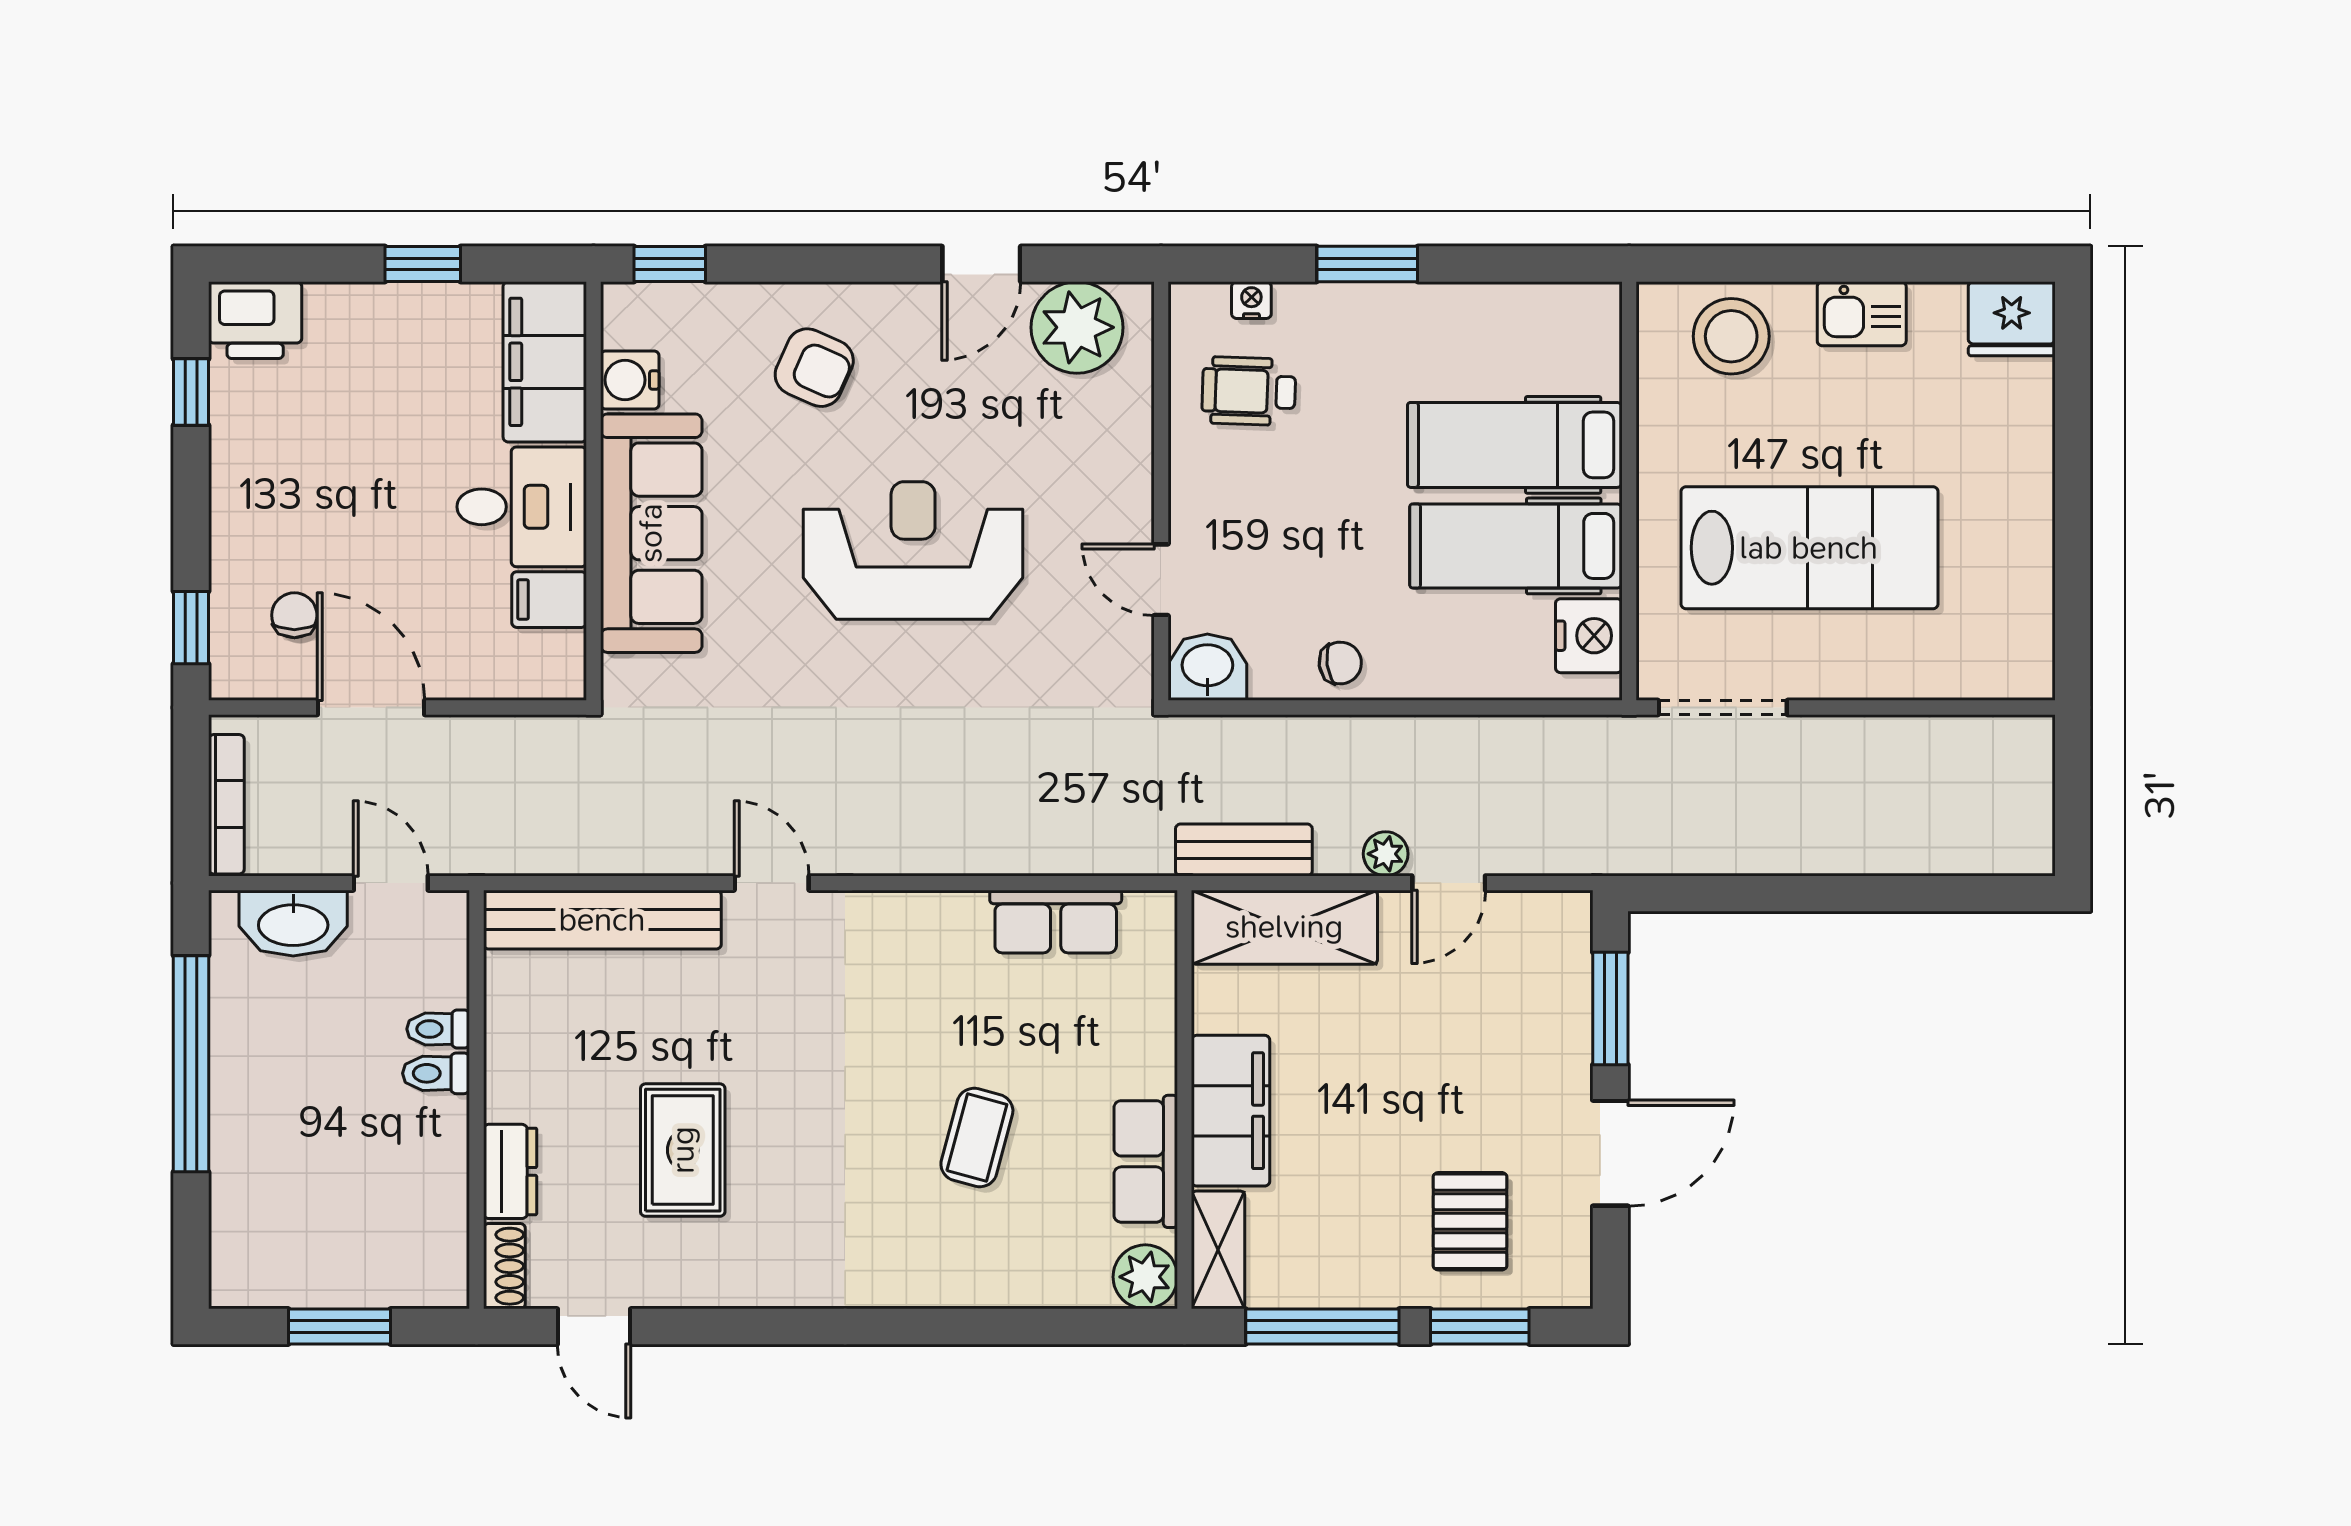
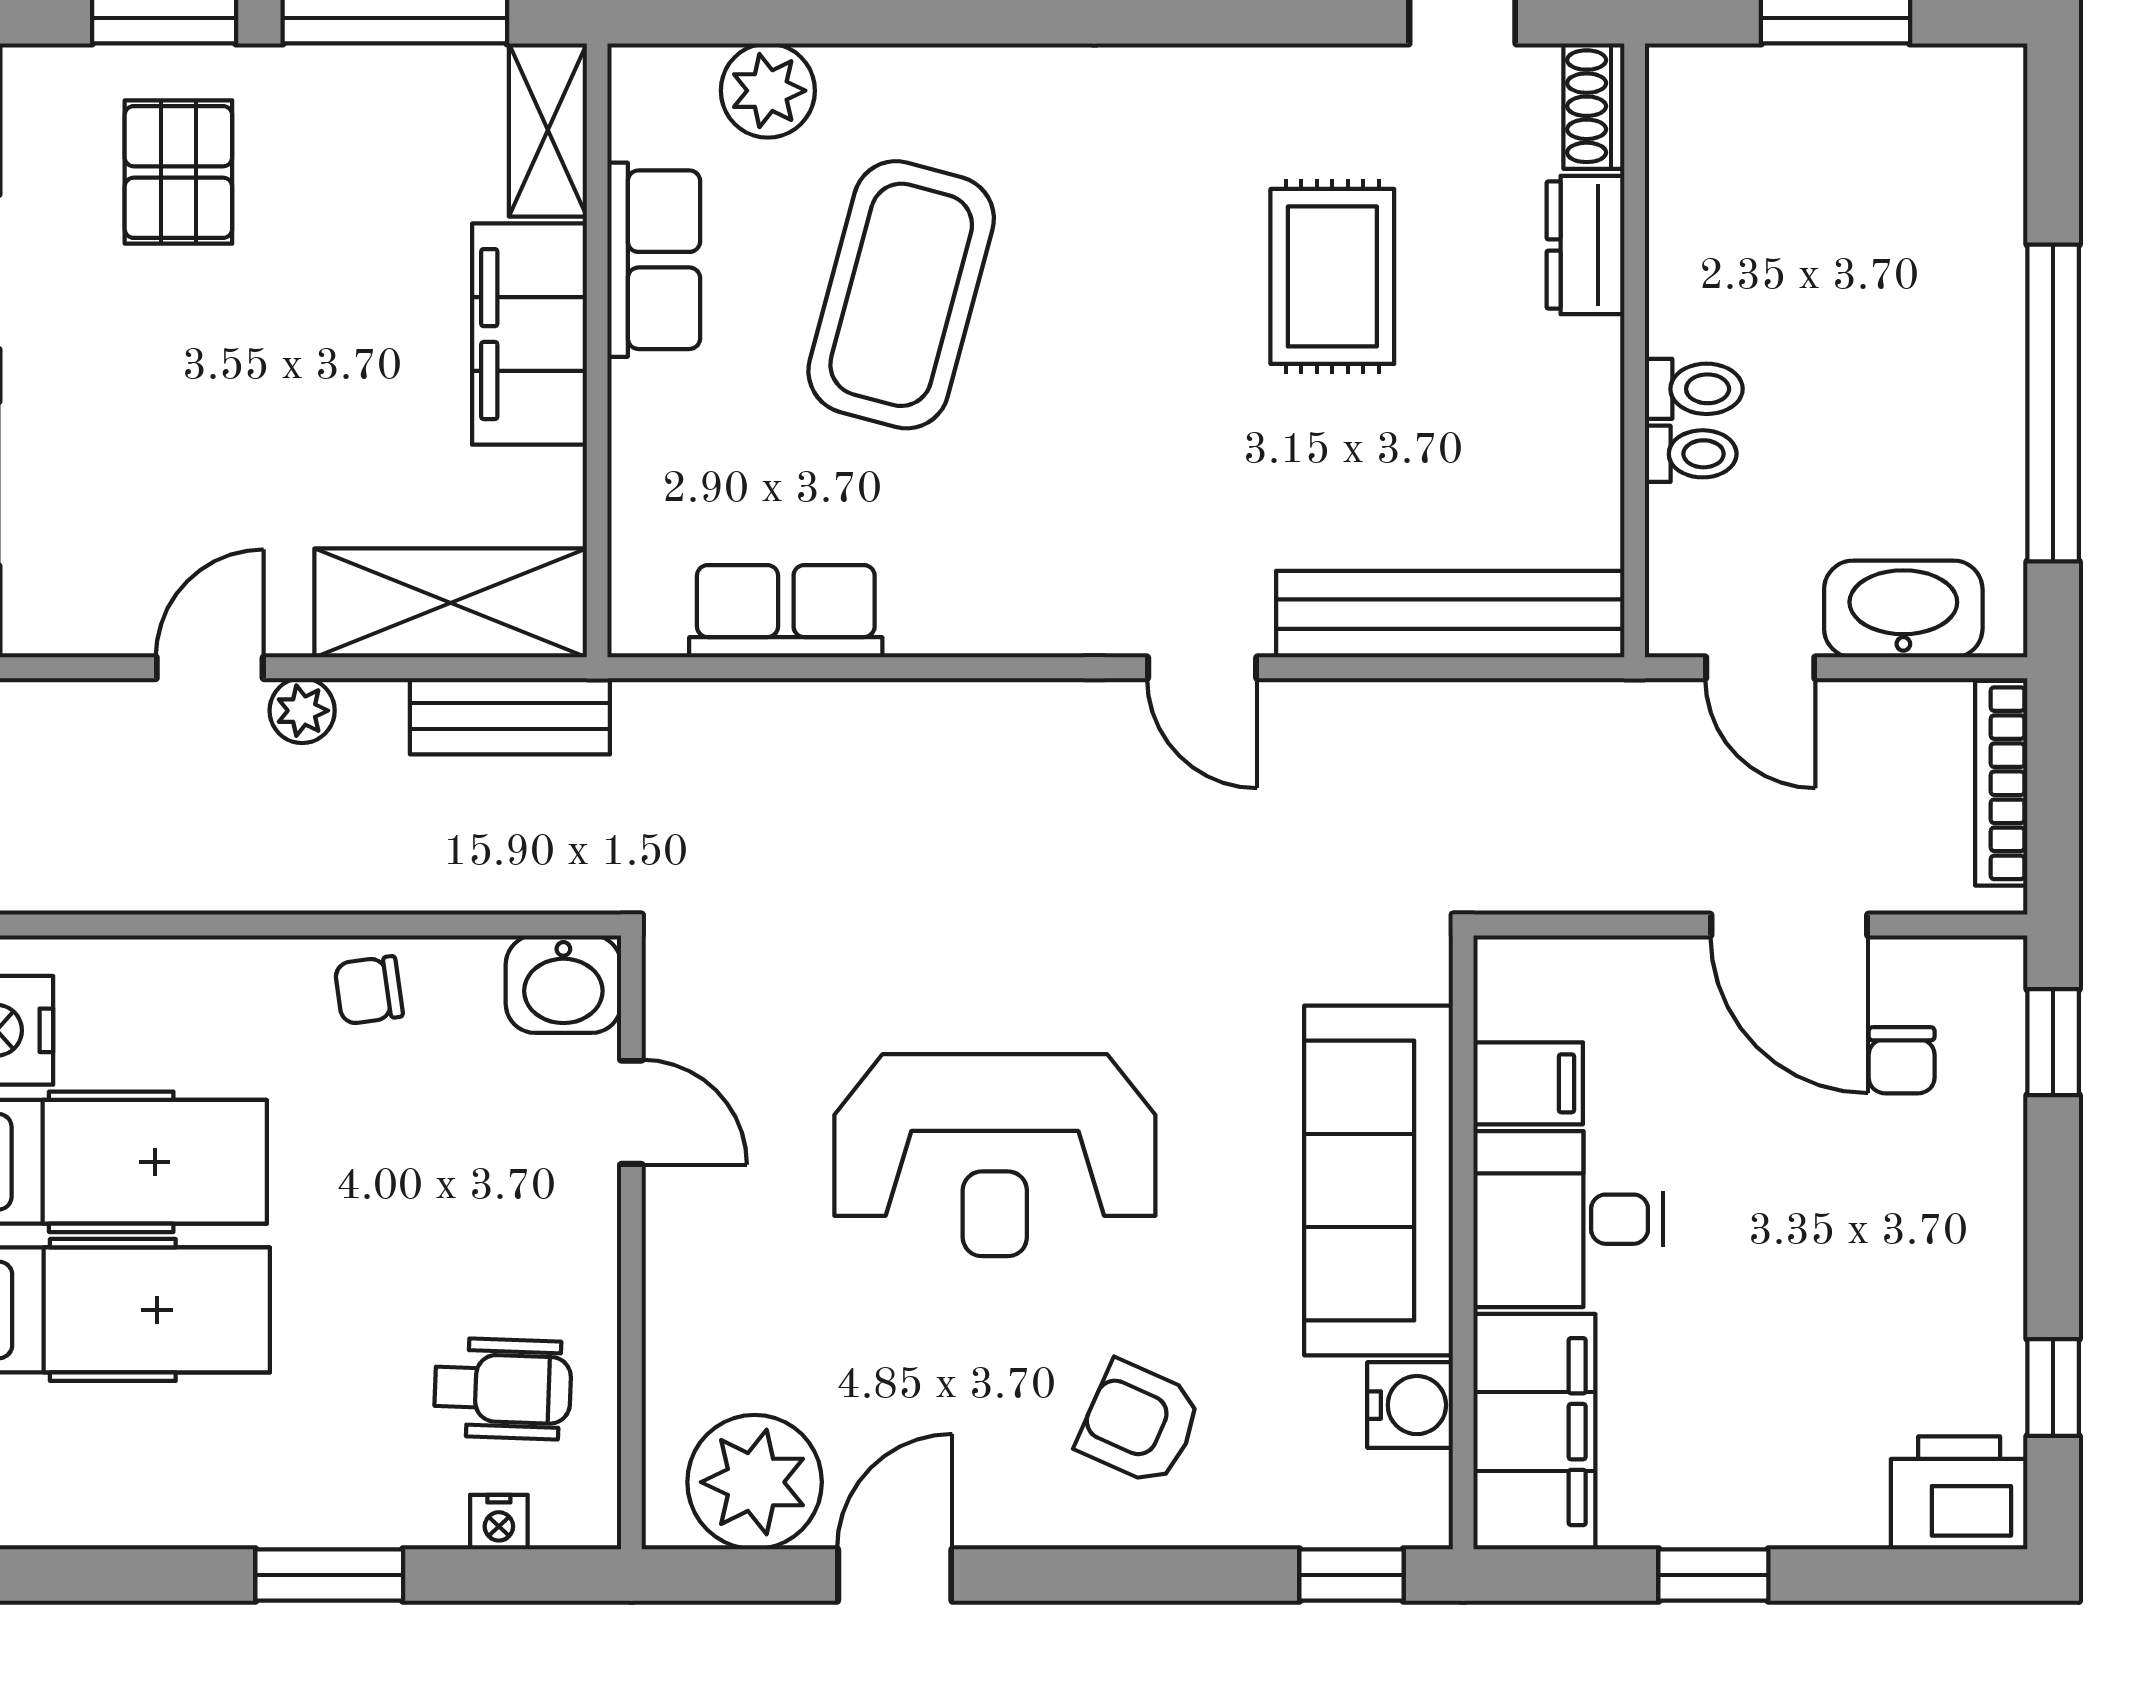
coffee table: (977, 1138) -> (901, 295), width x1.86, depth x1.72
plant: (1145, 1277) -> (768, 91), moved

